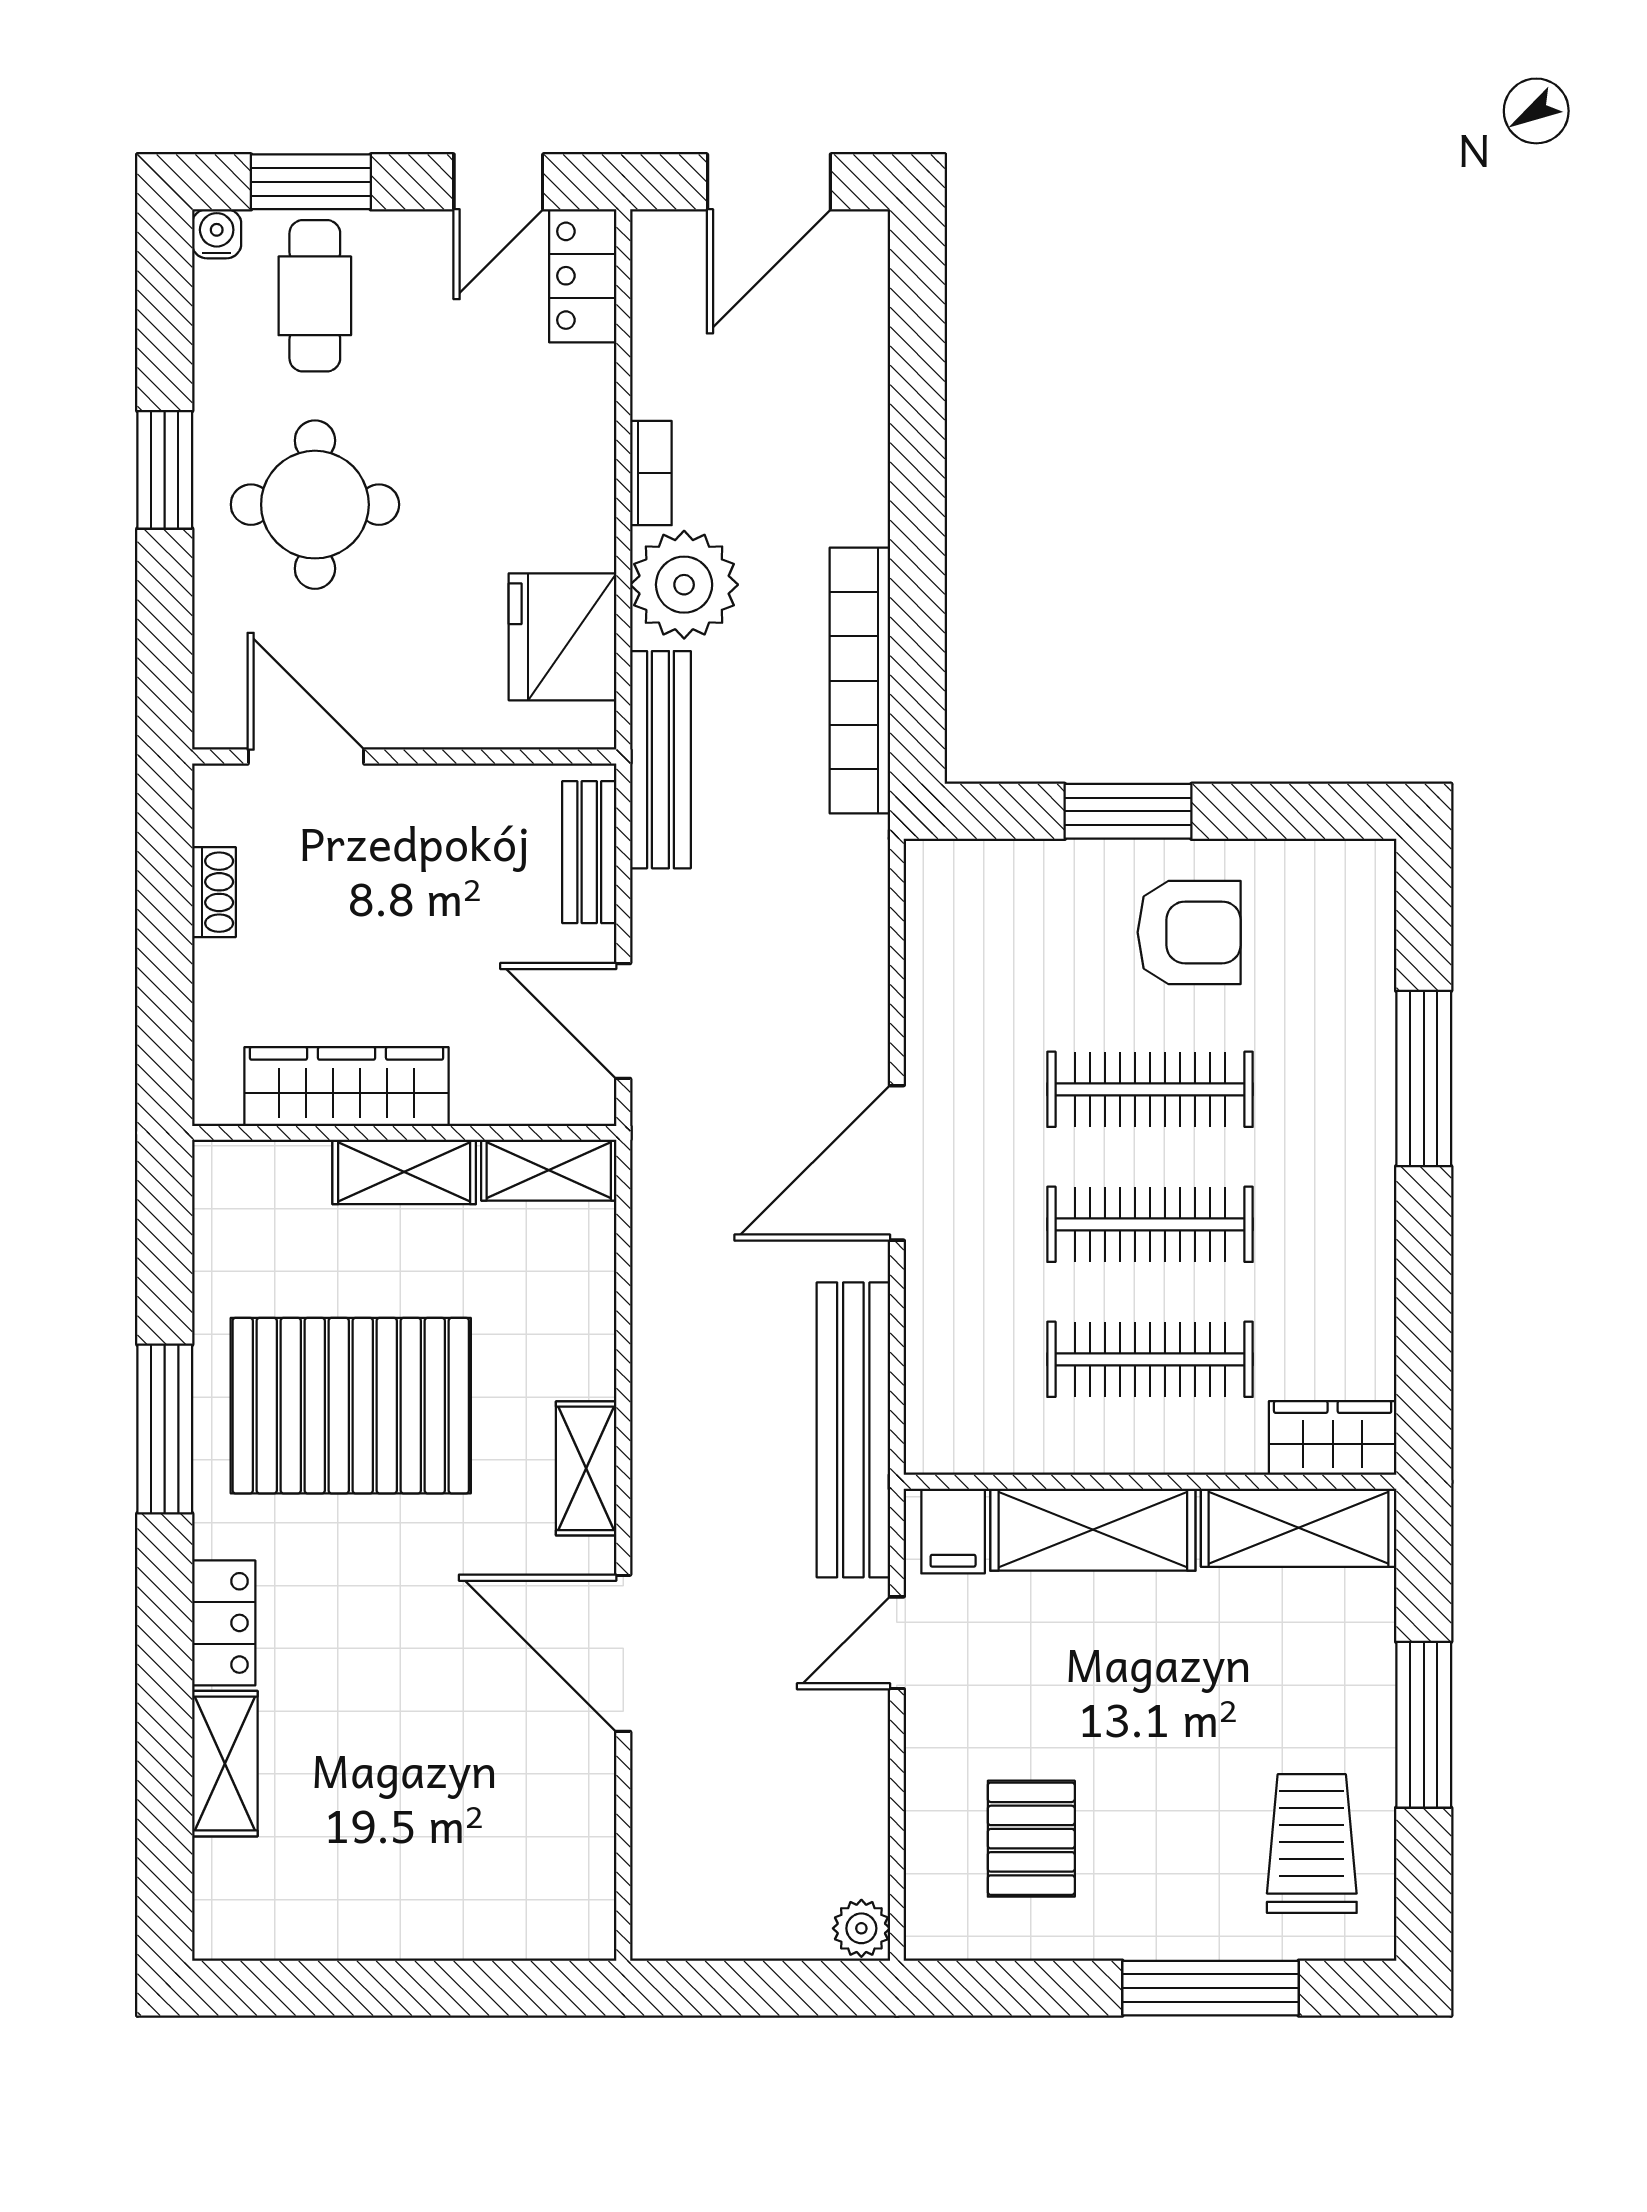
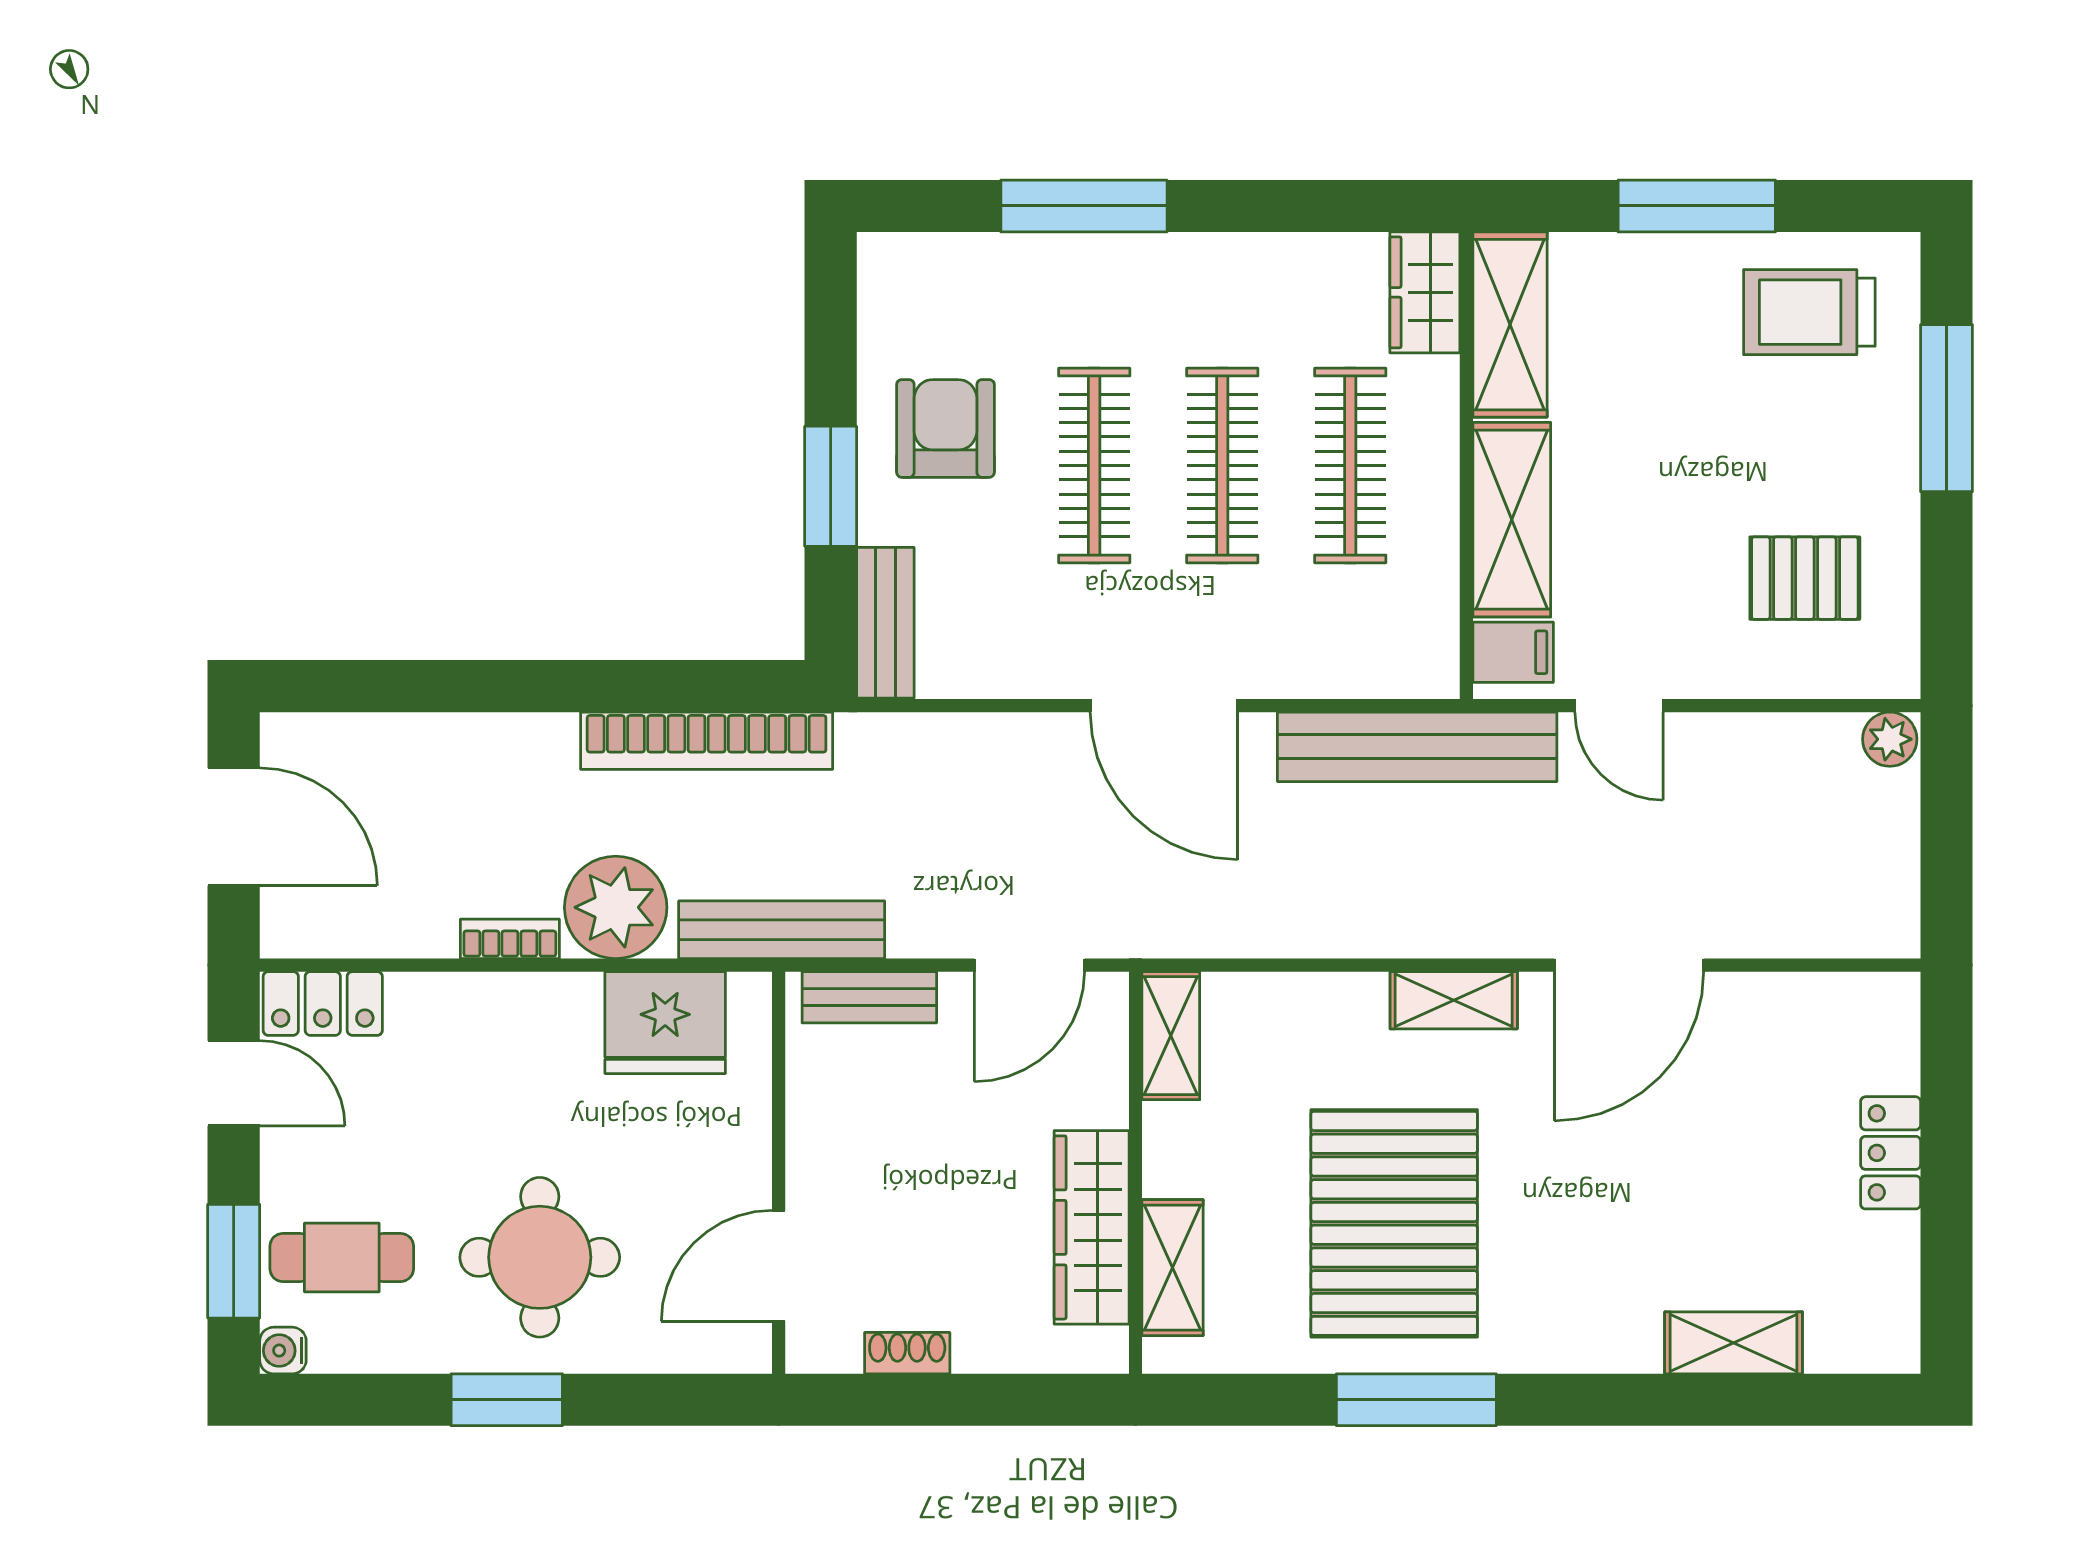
bench: (984, 869) -> (885, 623), added
shelving: (404, 1172) -> (1173, 1268), moved
locker: (224, 1623) -> (1891, 1153), moved, turned -90

